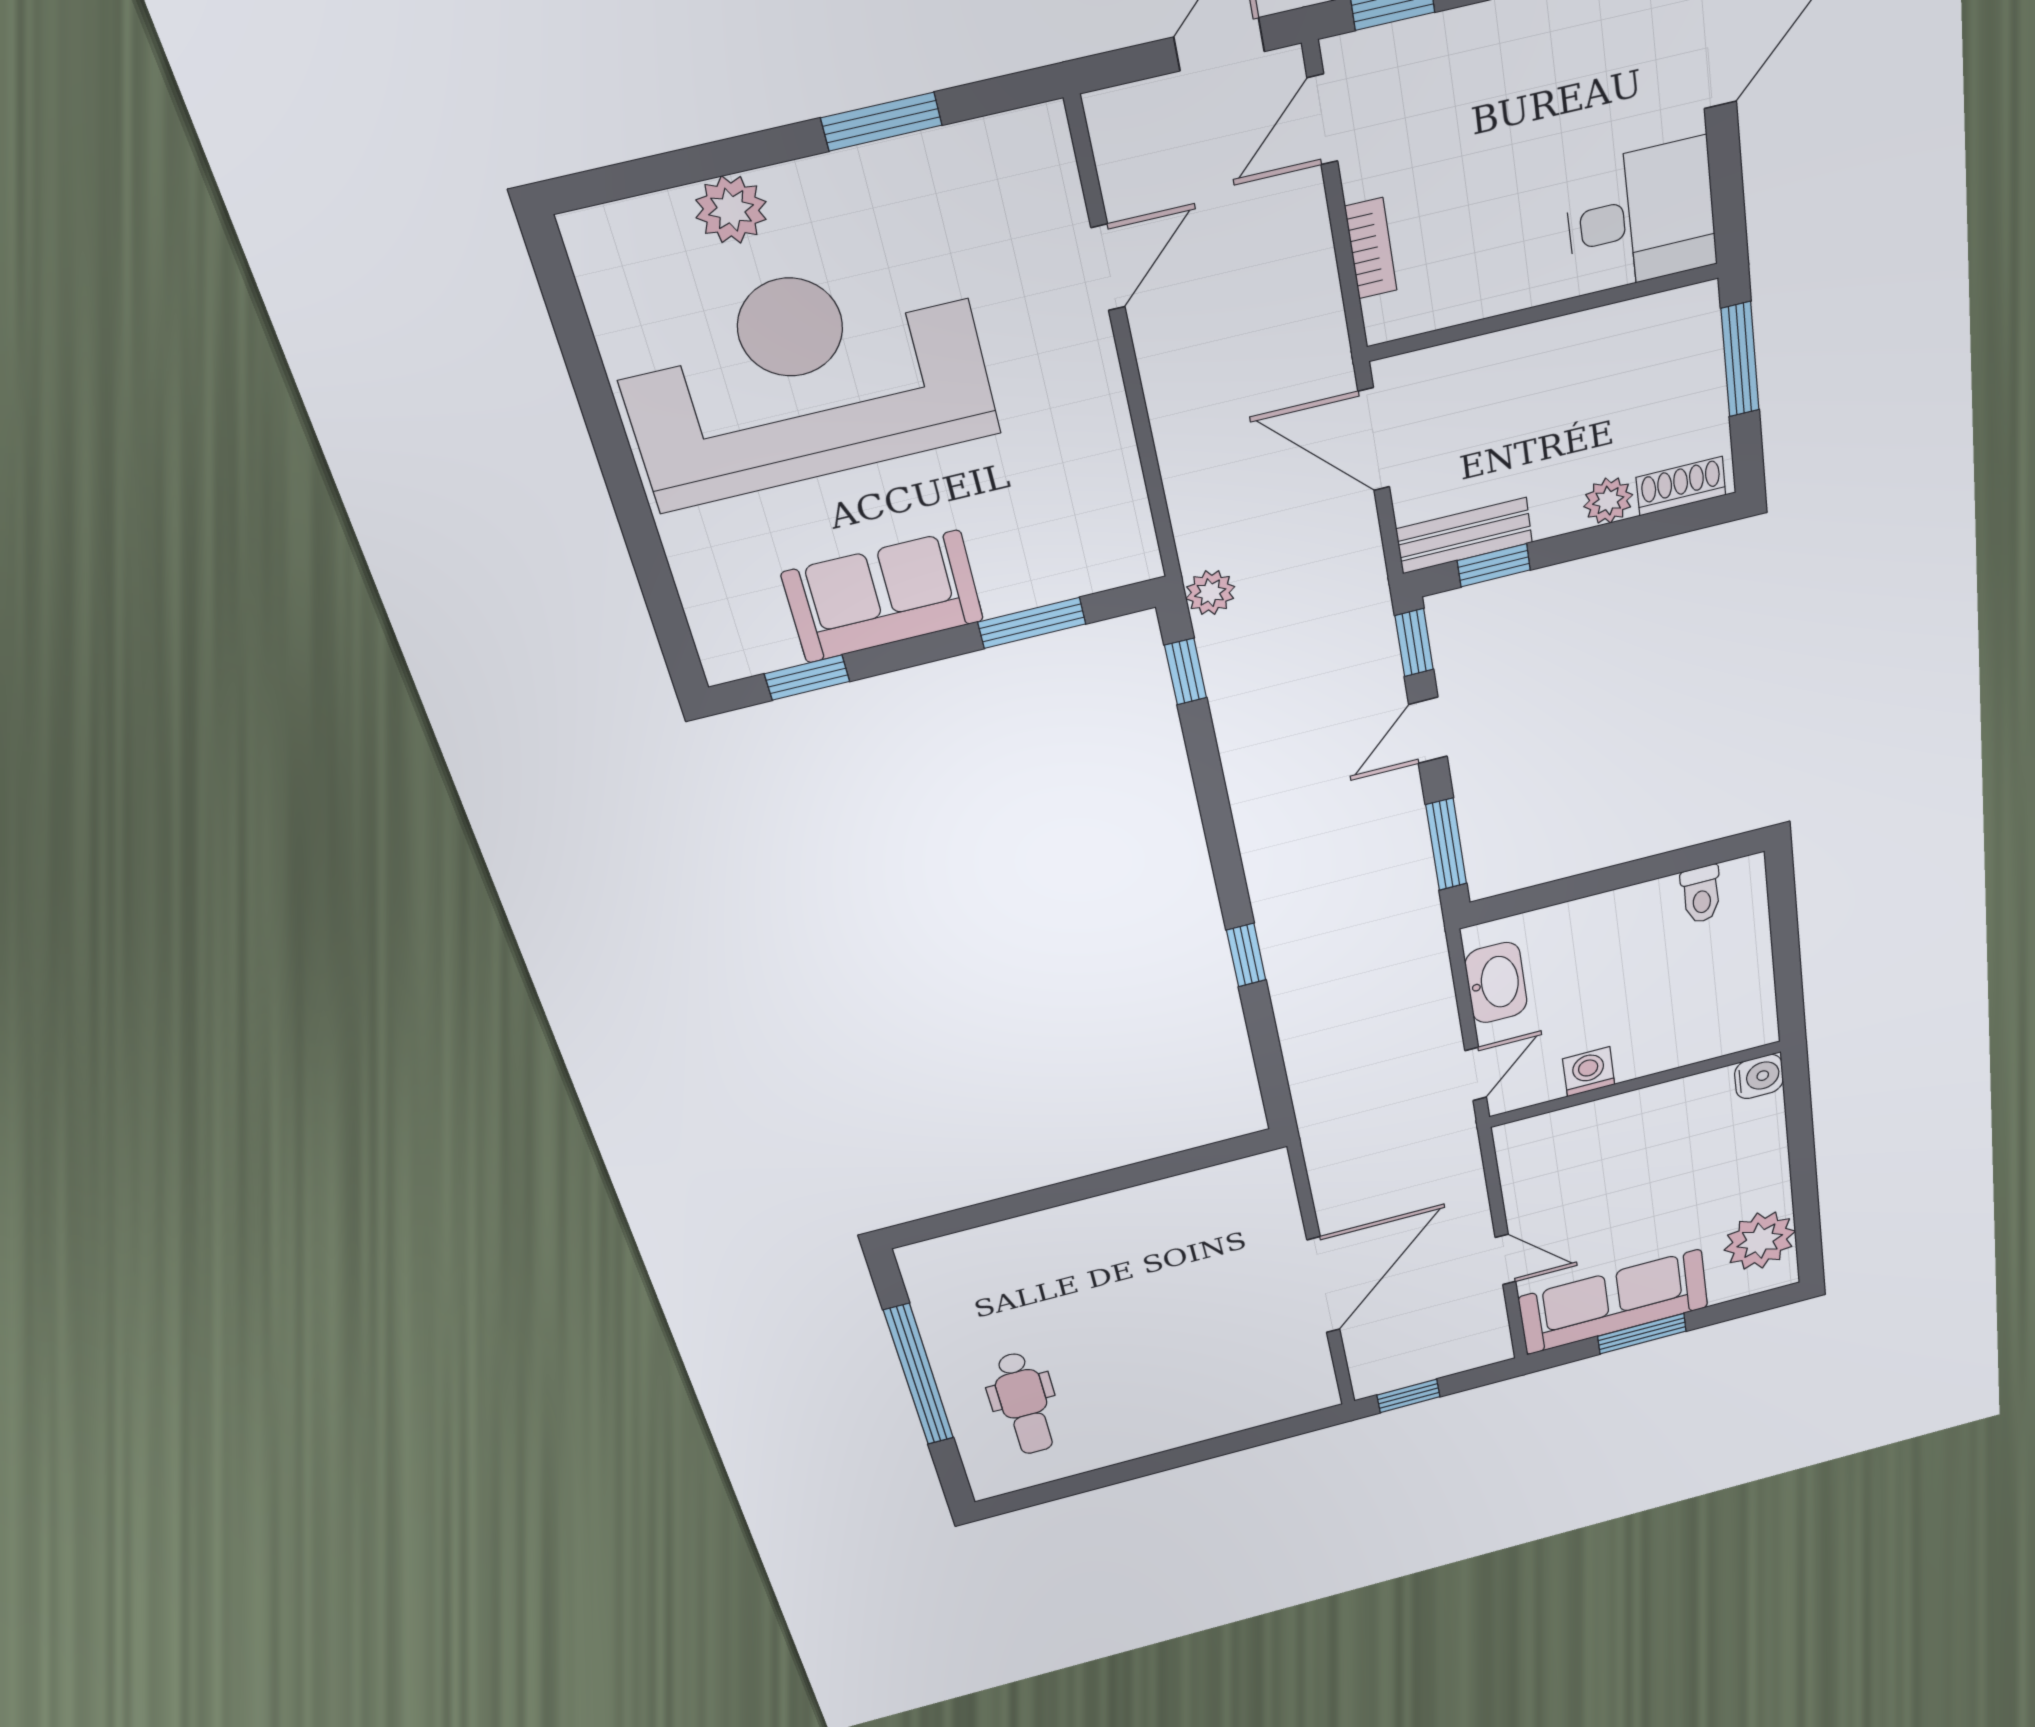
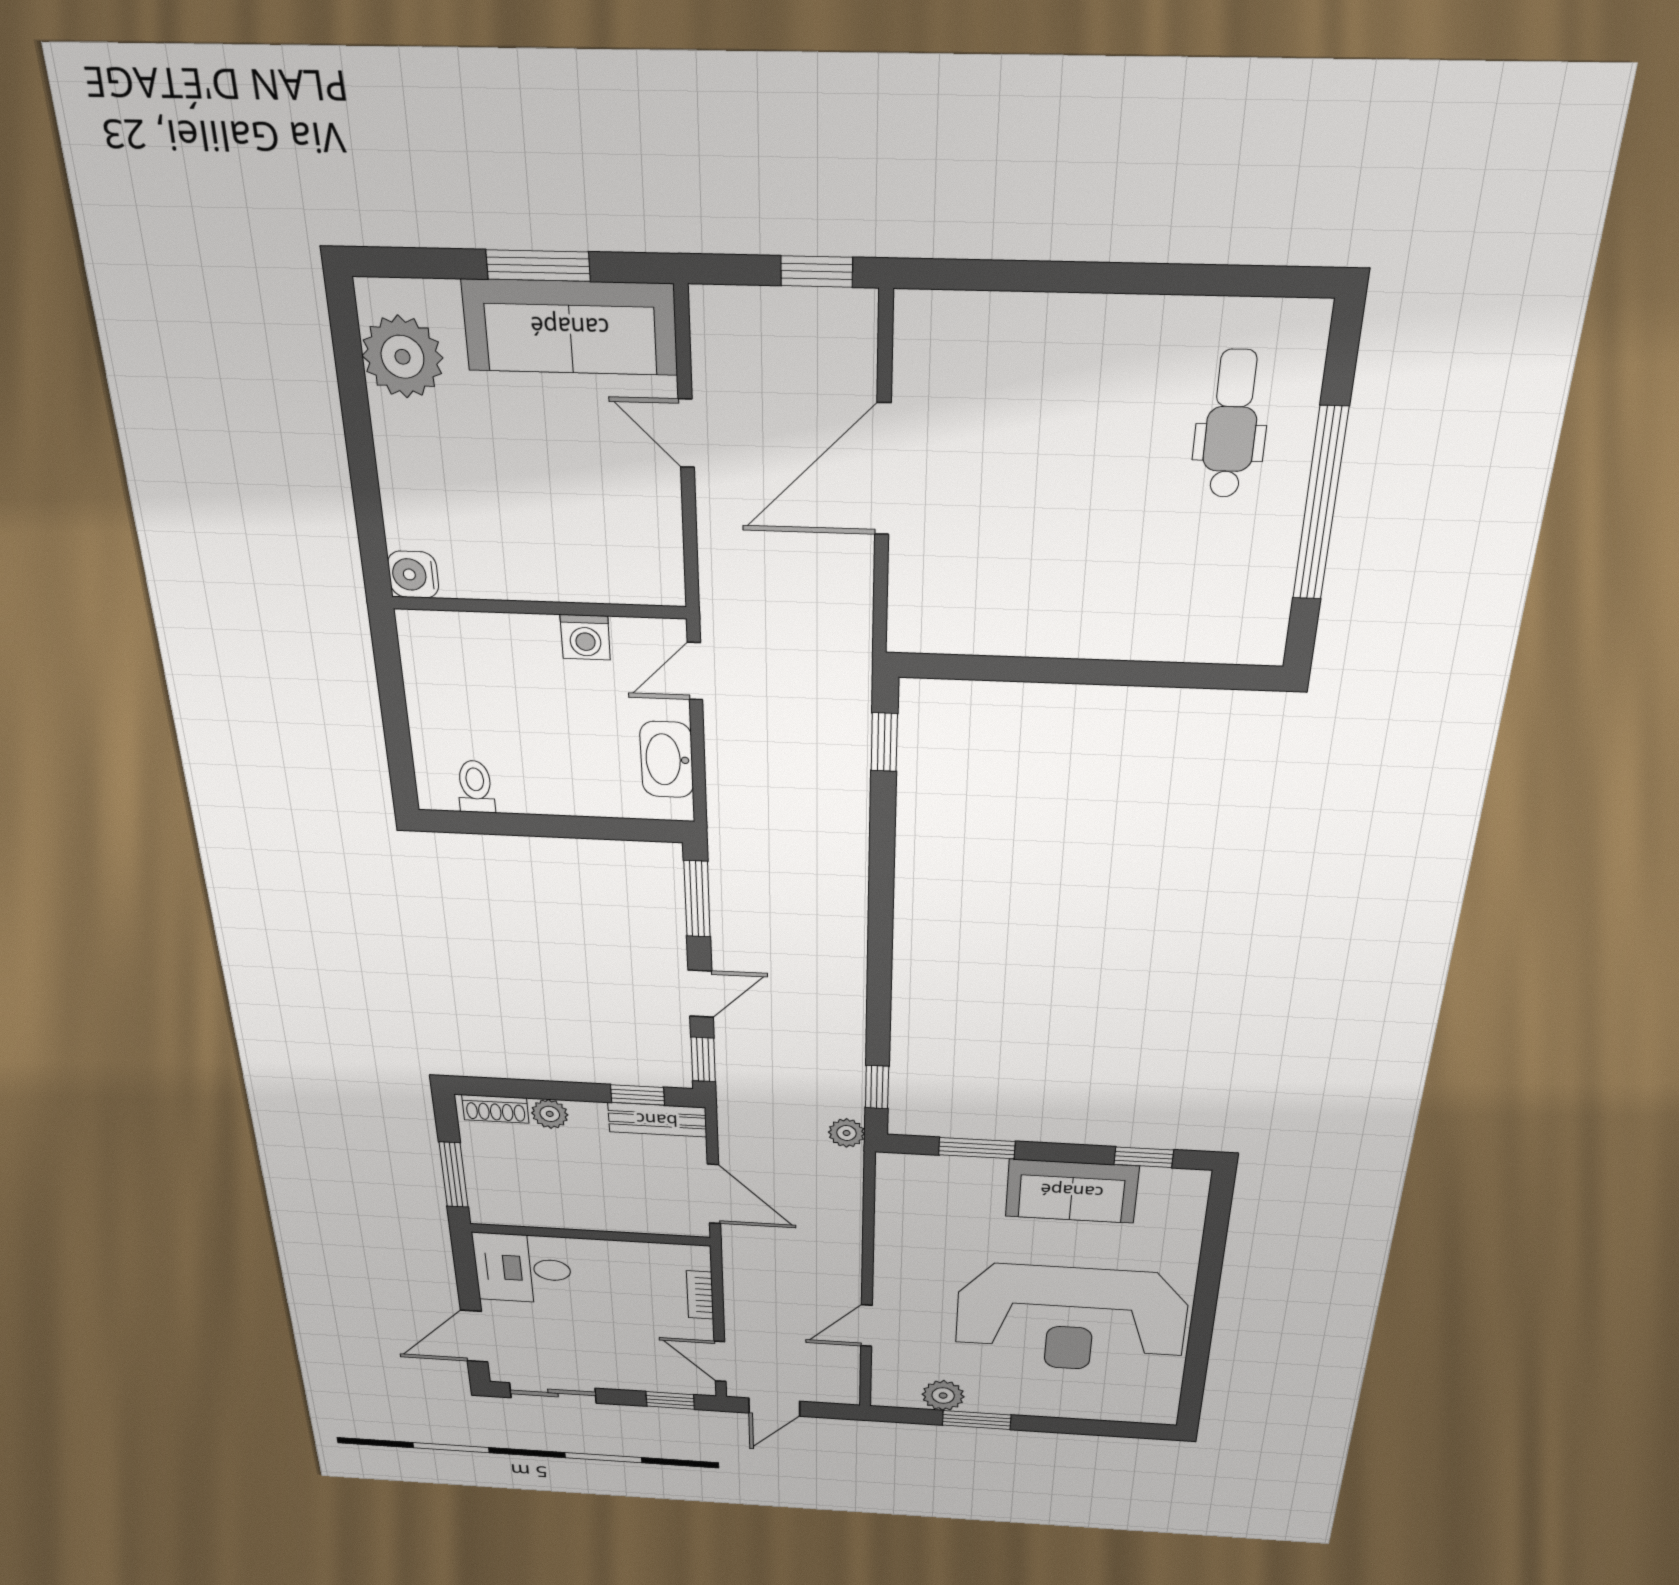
door: (1322, 120) -> (720, 1361), swing flipped
plant: (731, 210) -> (943, 1396), moved
window: (1246, 955) -> (884, 742), moved

